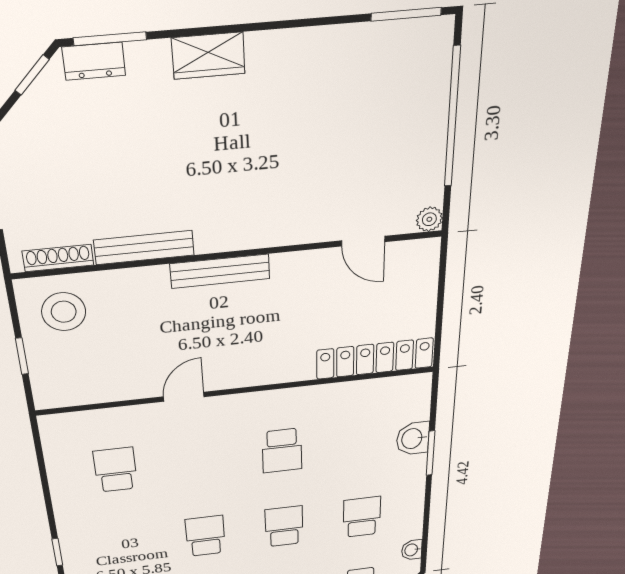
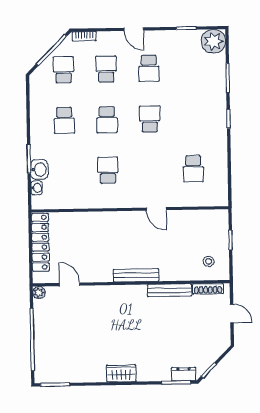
wardrobe: (208, 56) -> (121, 373), moved
stool: (64, 312) -> (209, 261), width x0.53, depth x0.53
locker: (375, 358) -> (40, 242), moved, turned -90
door: (184, 397) -> (156, 209), hinge flipped
school desk: (205, 536) -> (150, 119), turned 180
washbasin: (412, 550) -> (37, 188), moved

